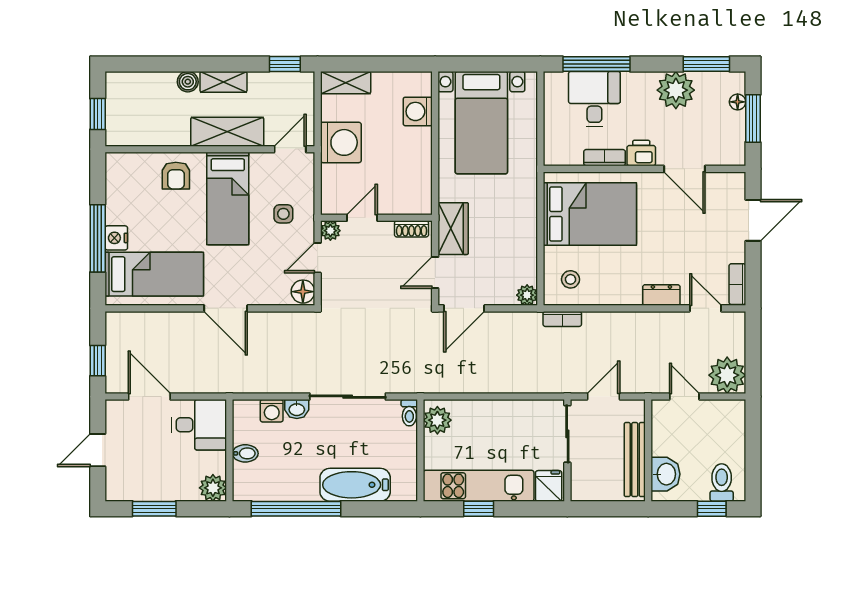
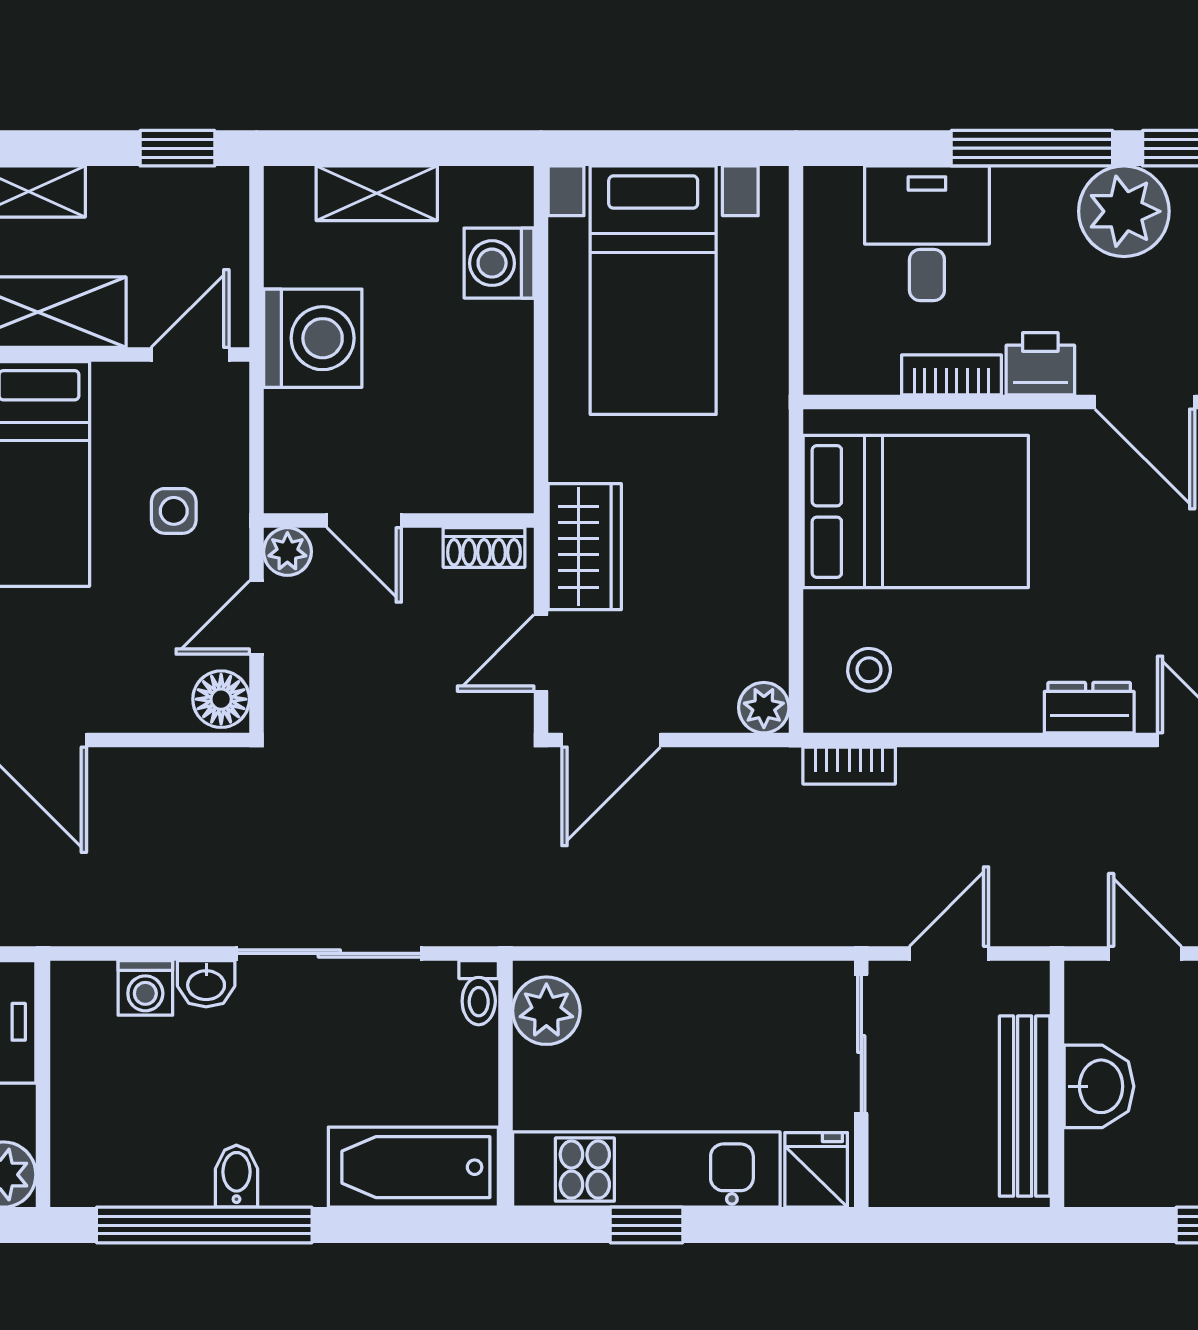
window: (596, 64) -> (1032, 148), moved
shelving: (346, 83) -> (377, 193), moved
door: (362, 218) -> (364, 521), swing flipped
bidet: (245, 453) -> (236, 1176), moved, turned -90
washbasin: (665, 474) -> (1099, 1086), moved
bathtub: (355, 485) -> (413, 1167), moved

